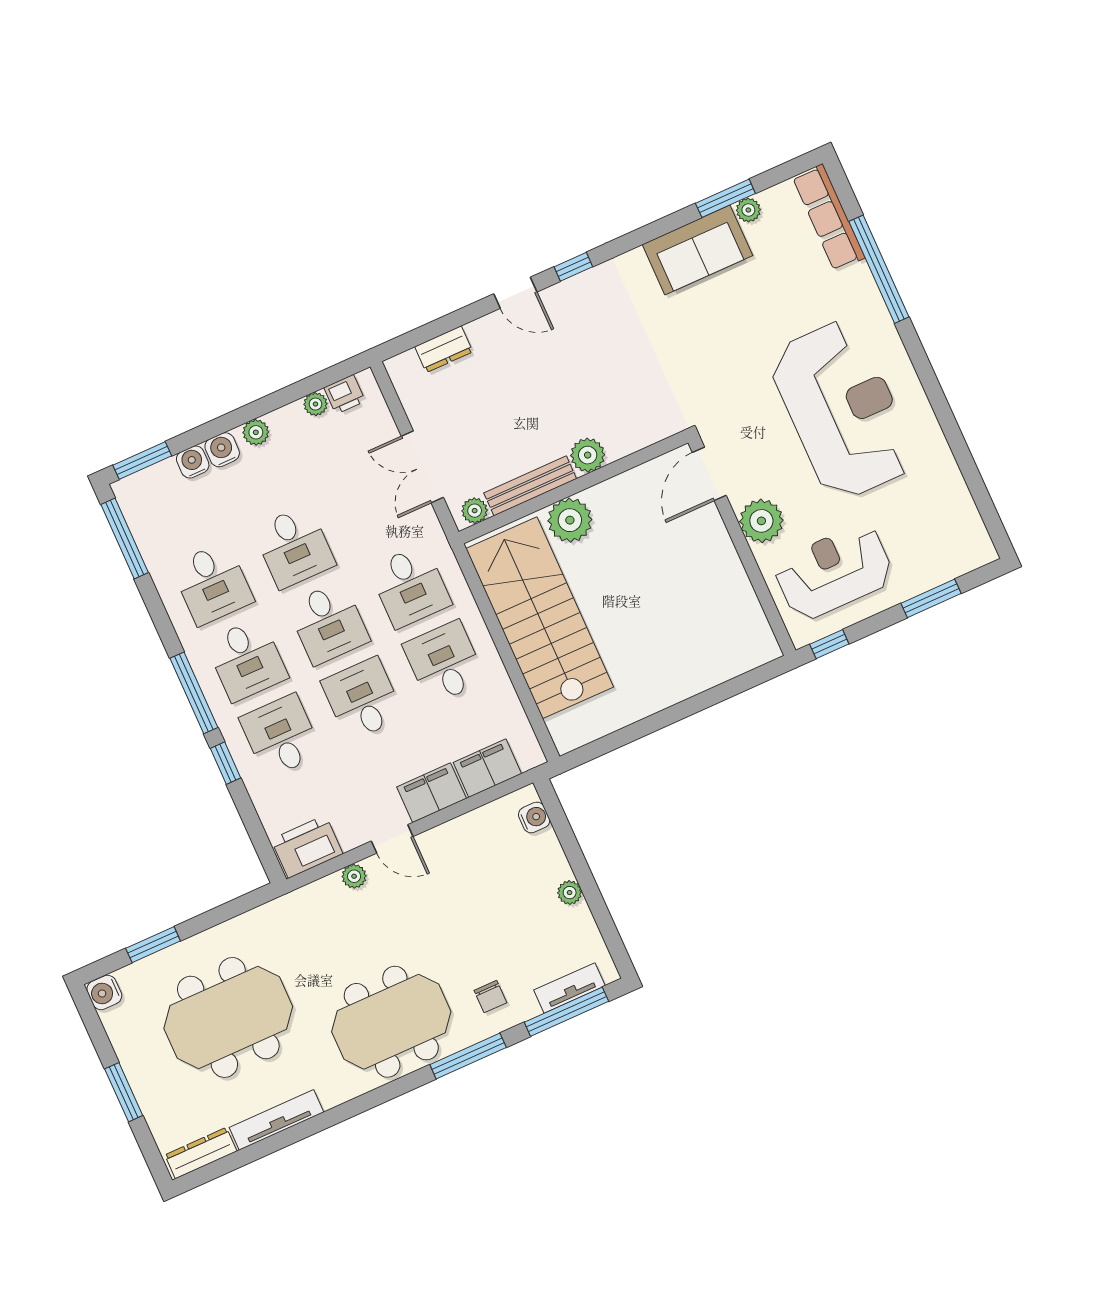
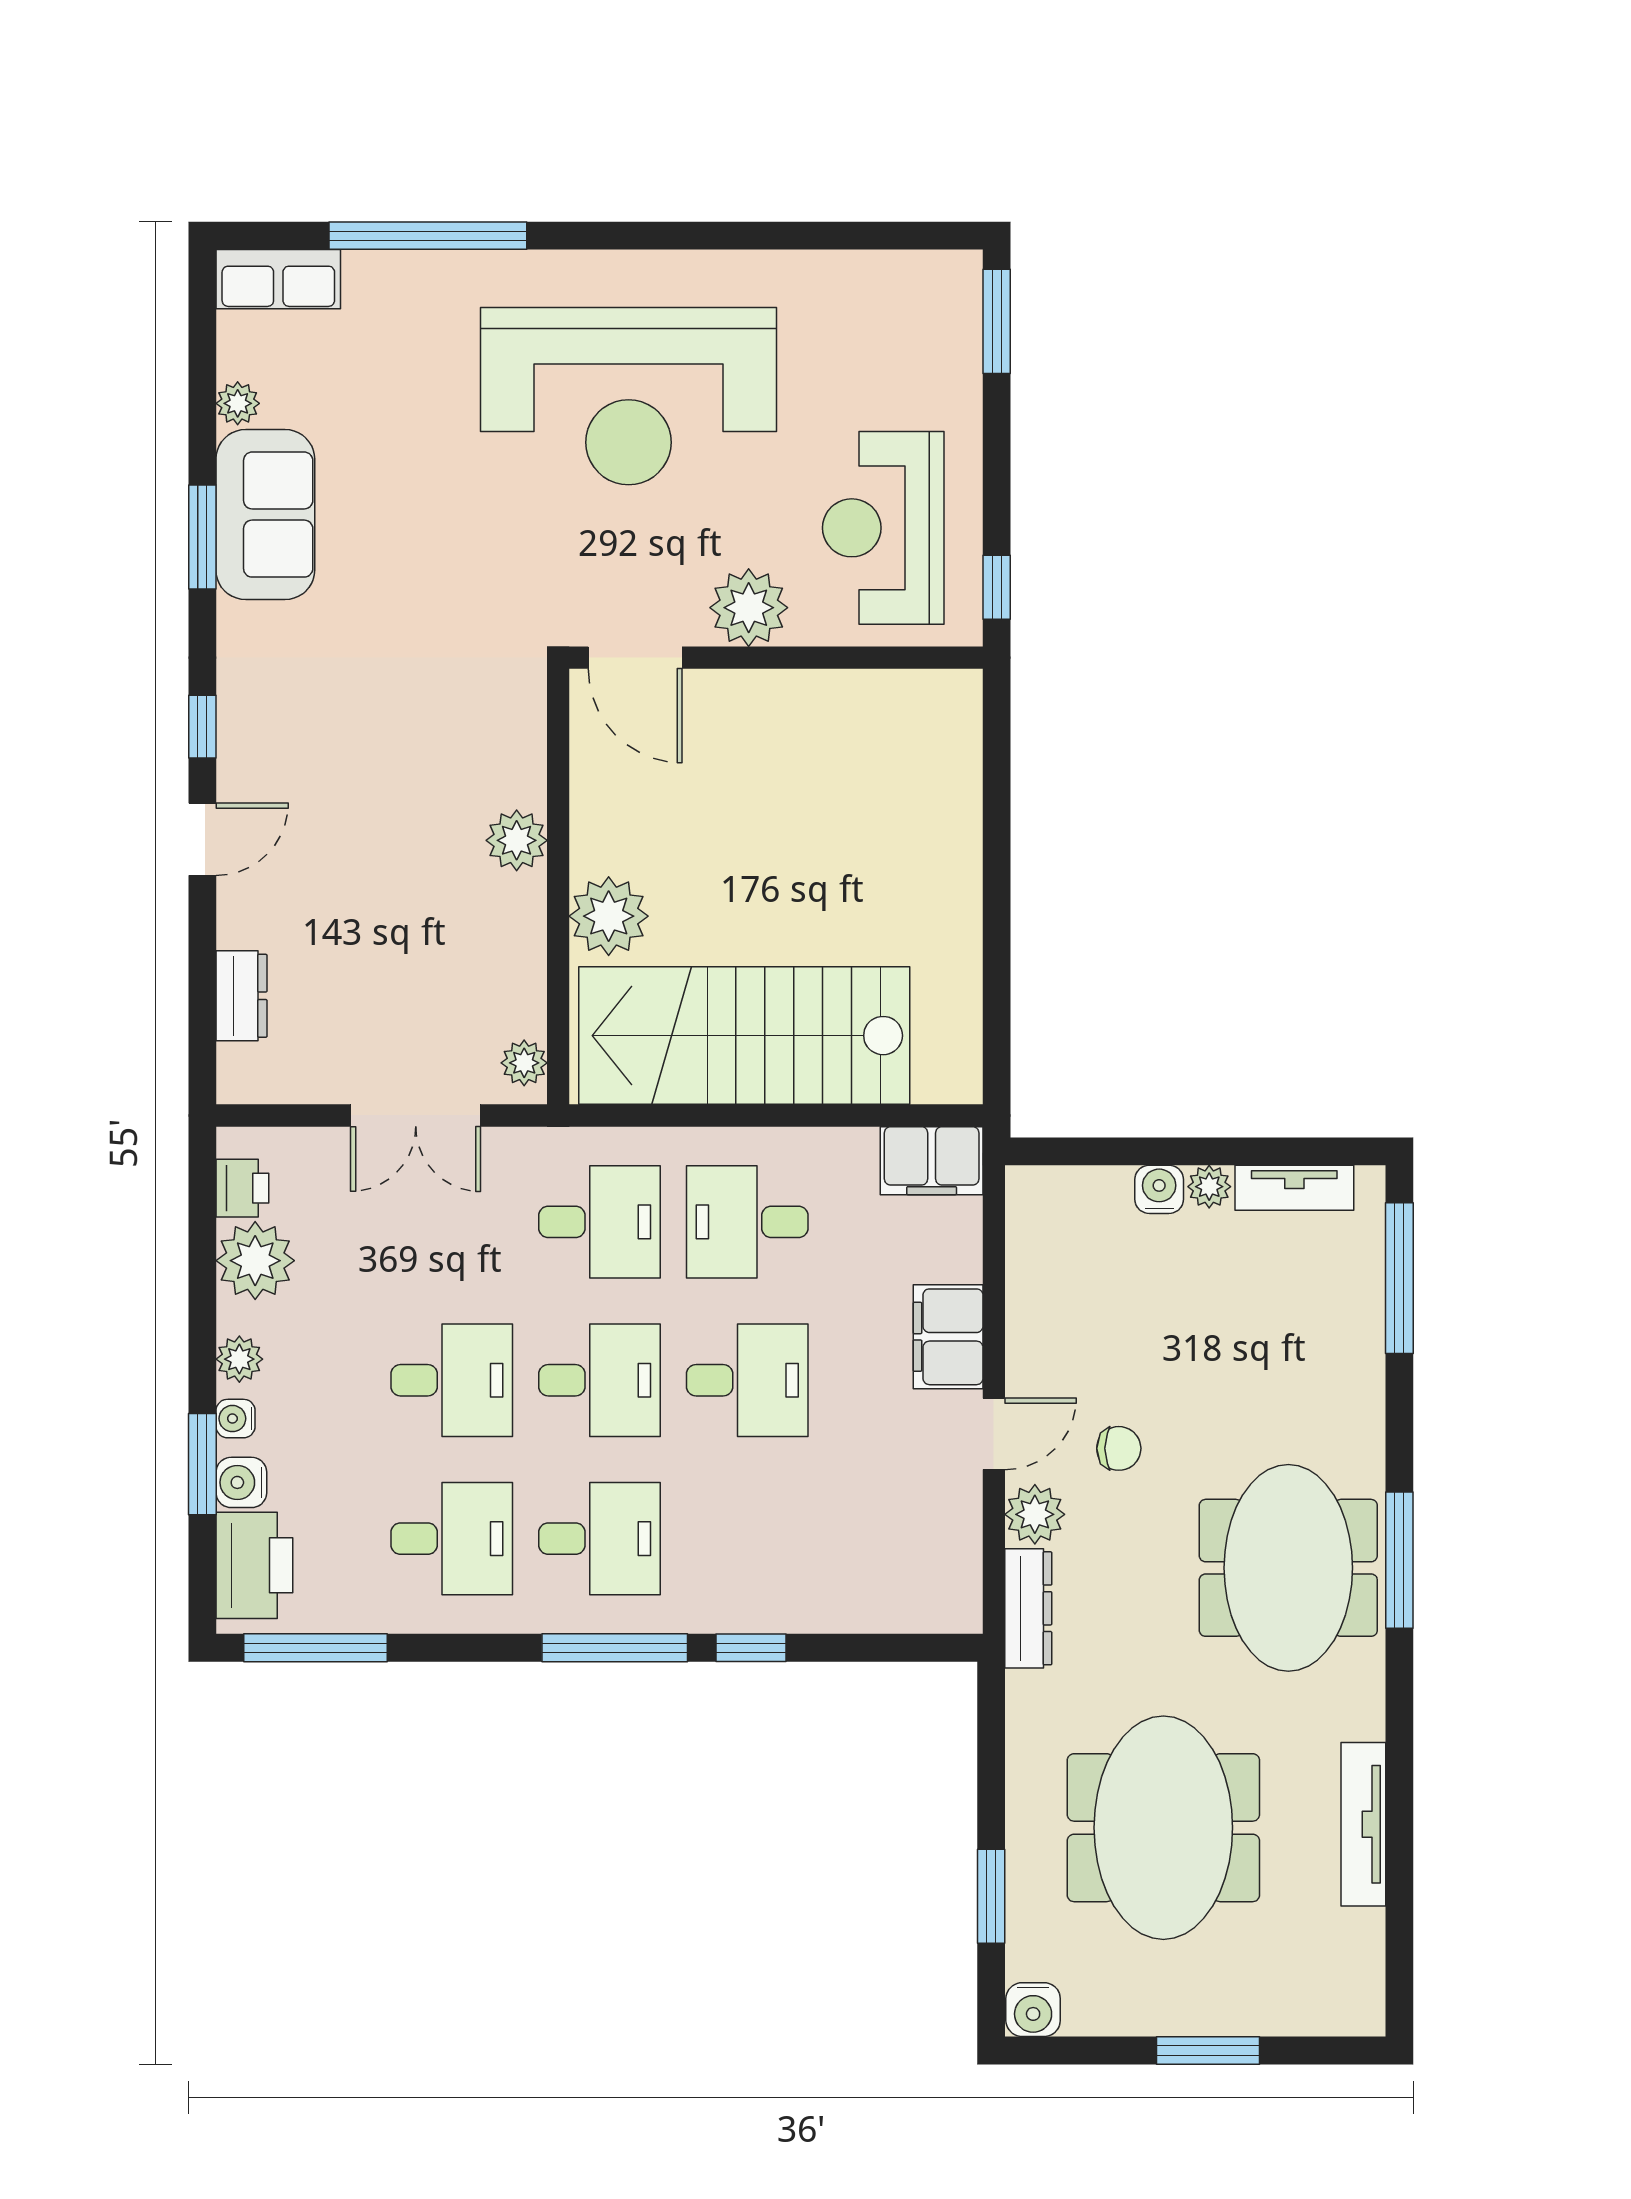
window: (725, 198) -> (202, 537), moved
row of seats: (829, 217) -> (278, 279), width x0.68
plant: (315, 404) -> (255, 1261), width x1.87, depth x1.87
reception desk: (843, 410) -> (629, 396), turned 180
water cooler: (222, 450) -> (236, 1419), width x0.72, depth x0.72
window: (142, 460) -> (202, 1464), moved
bench: (530, 486) -> (525, 955), removed
window: (931, 598) -> (997, 321), moved
desk: (363, 699) -> (747, 1380), turned 180
desk: (281, 736) -> (747, 1539), removed
filing cabinet: (487, 768) -> (932, 1161), moved, turned -90
water cooler: (534, 817) -> (1159, 1189), moved
printer: (307, 847) -> (254, 1565), moved, turned 180
plant: (354, 876) -> (1035, 1514), width x1.38, depth x1.38
tv unit: (569, 988) -> (1294, 1188), moved, turned -90
chair: (490, 997) -> (1119, 1448), moved
window: (468, 1056) -> (1399, 1560), moved
dresser: (201, 1153) -> (1028, 1608), moved, turned 180

